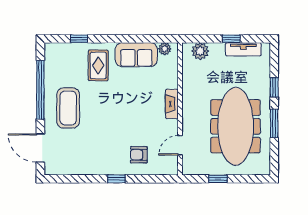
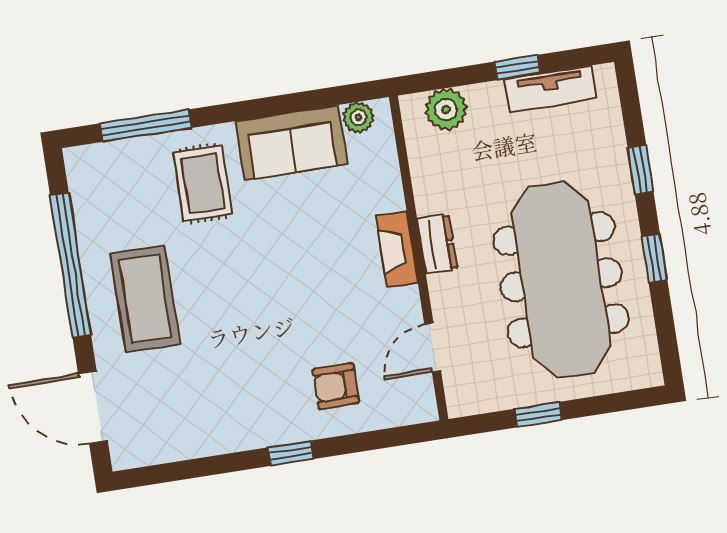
window: (79, 39) -> (146, 126), width x2.17
dresser: (188, 104) -> (437, 244), added
window: (274, 123) -> (654, 258), width x0.67

